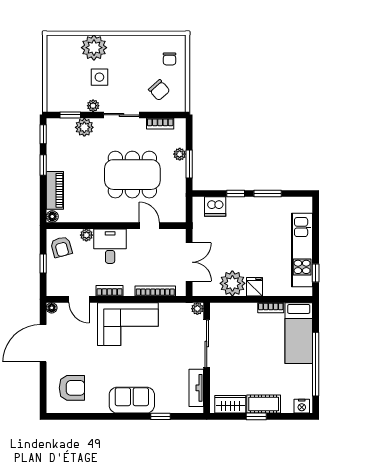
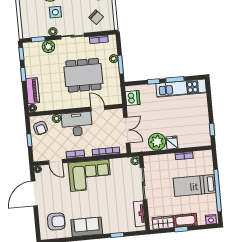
dishwasher: (215, 207) -> (133, 98), moved, turned -90
desk: (110, 246) -> (77, 124), width x1.37
kitchen unit: (302, 250) -> (181, 88), moved, turned -90
bed: (299, 333) -> (194, 186), moved, turned 90
sofa: (132, 400) -> (87, 227), moved

